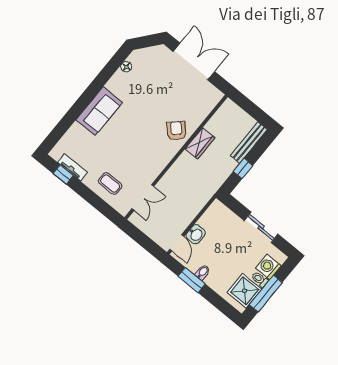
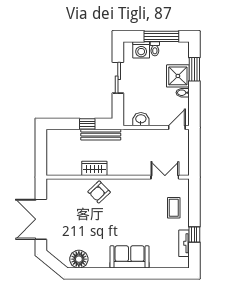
floor lamp: (126, 67) -> (79, 259), width x1.89, depth x1.89
bench: (249, 143) -> (101, 135), moved
window: (63, 175) -> (194, 234), moved
washbasin: (196, 234) -> (141, 119), moved
window: (192, 280) -> (194, 69), moved
shower: (245, 291) -> (178, 76), moved

